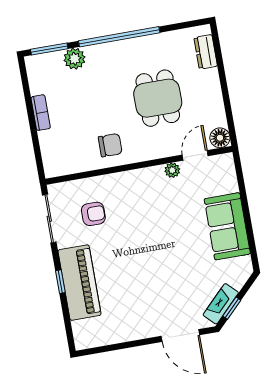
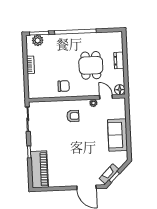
dresser: (206, 52) -> (119, 60), moved
plant: (74, 59) -> (38, 40), moved
door: (195, 155) -> (106, 97), hinge flipped
armchair: (93, 214) -> (73, 116), moved
piano: (79, 283) -> (39, 169), moved

